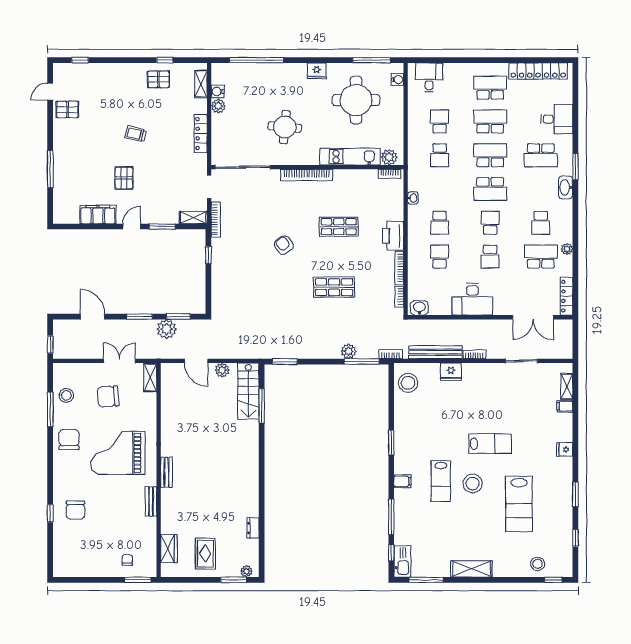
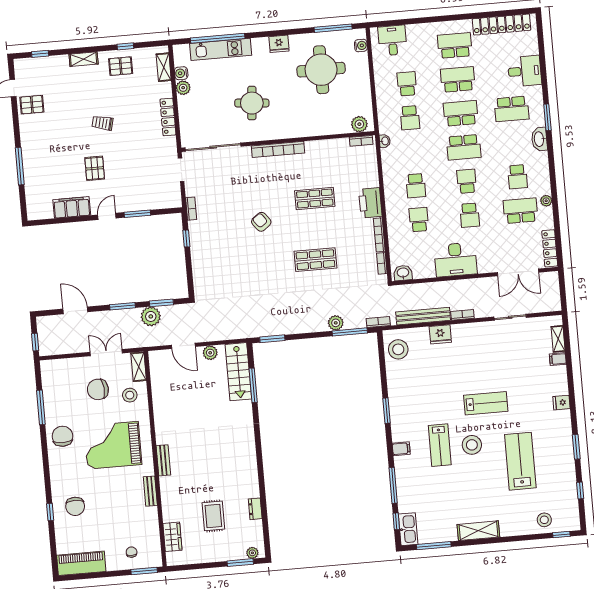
kitchen unit: (350, 157) -> (221, 49), moved, turned 180
washbasin: (413, 198) -> (385, 141), moved
shelving: (193, 218) -> (84, 59), moved
bookcase: (216, 220) -> (191, 209), width x0.64
stool: (66, 395) -> (130, 395), moved
lab bench: (519, 504) -> (520, 461), turned 180
rug: (205, 554) -> (213, 516), moved
piano: (77, 567) -> (81, 563), added

